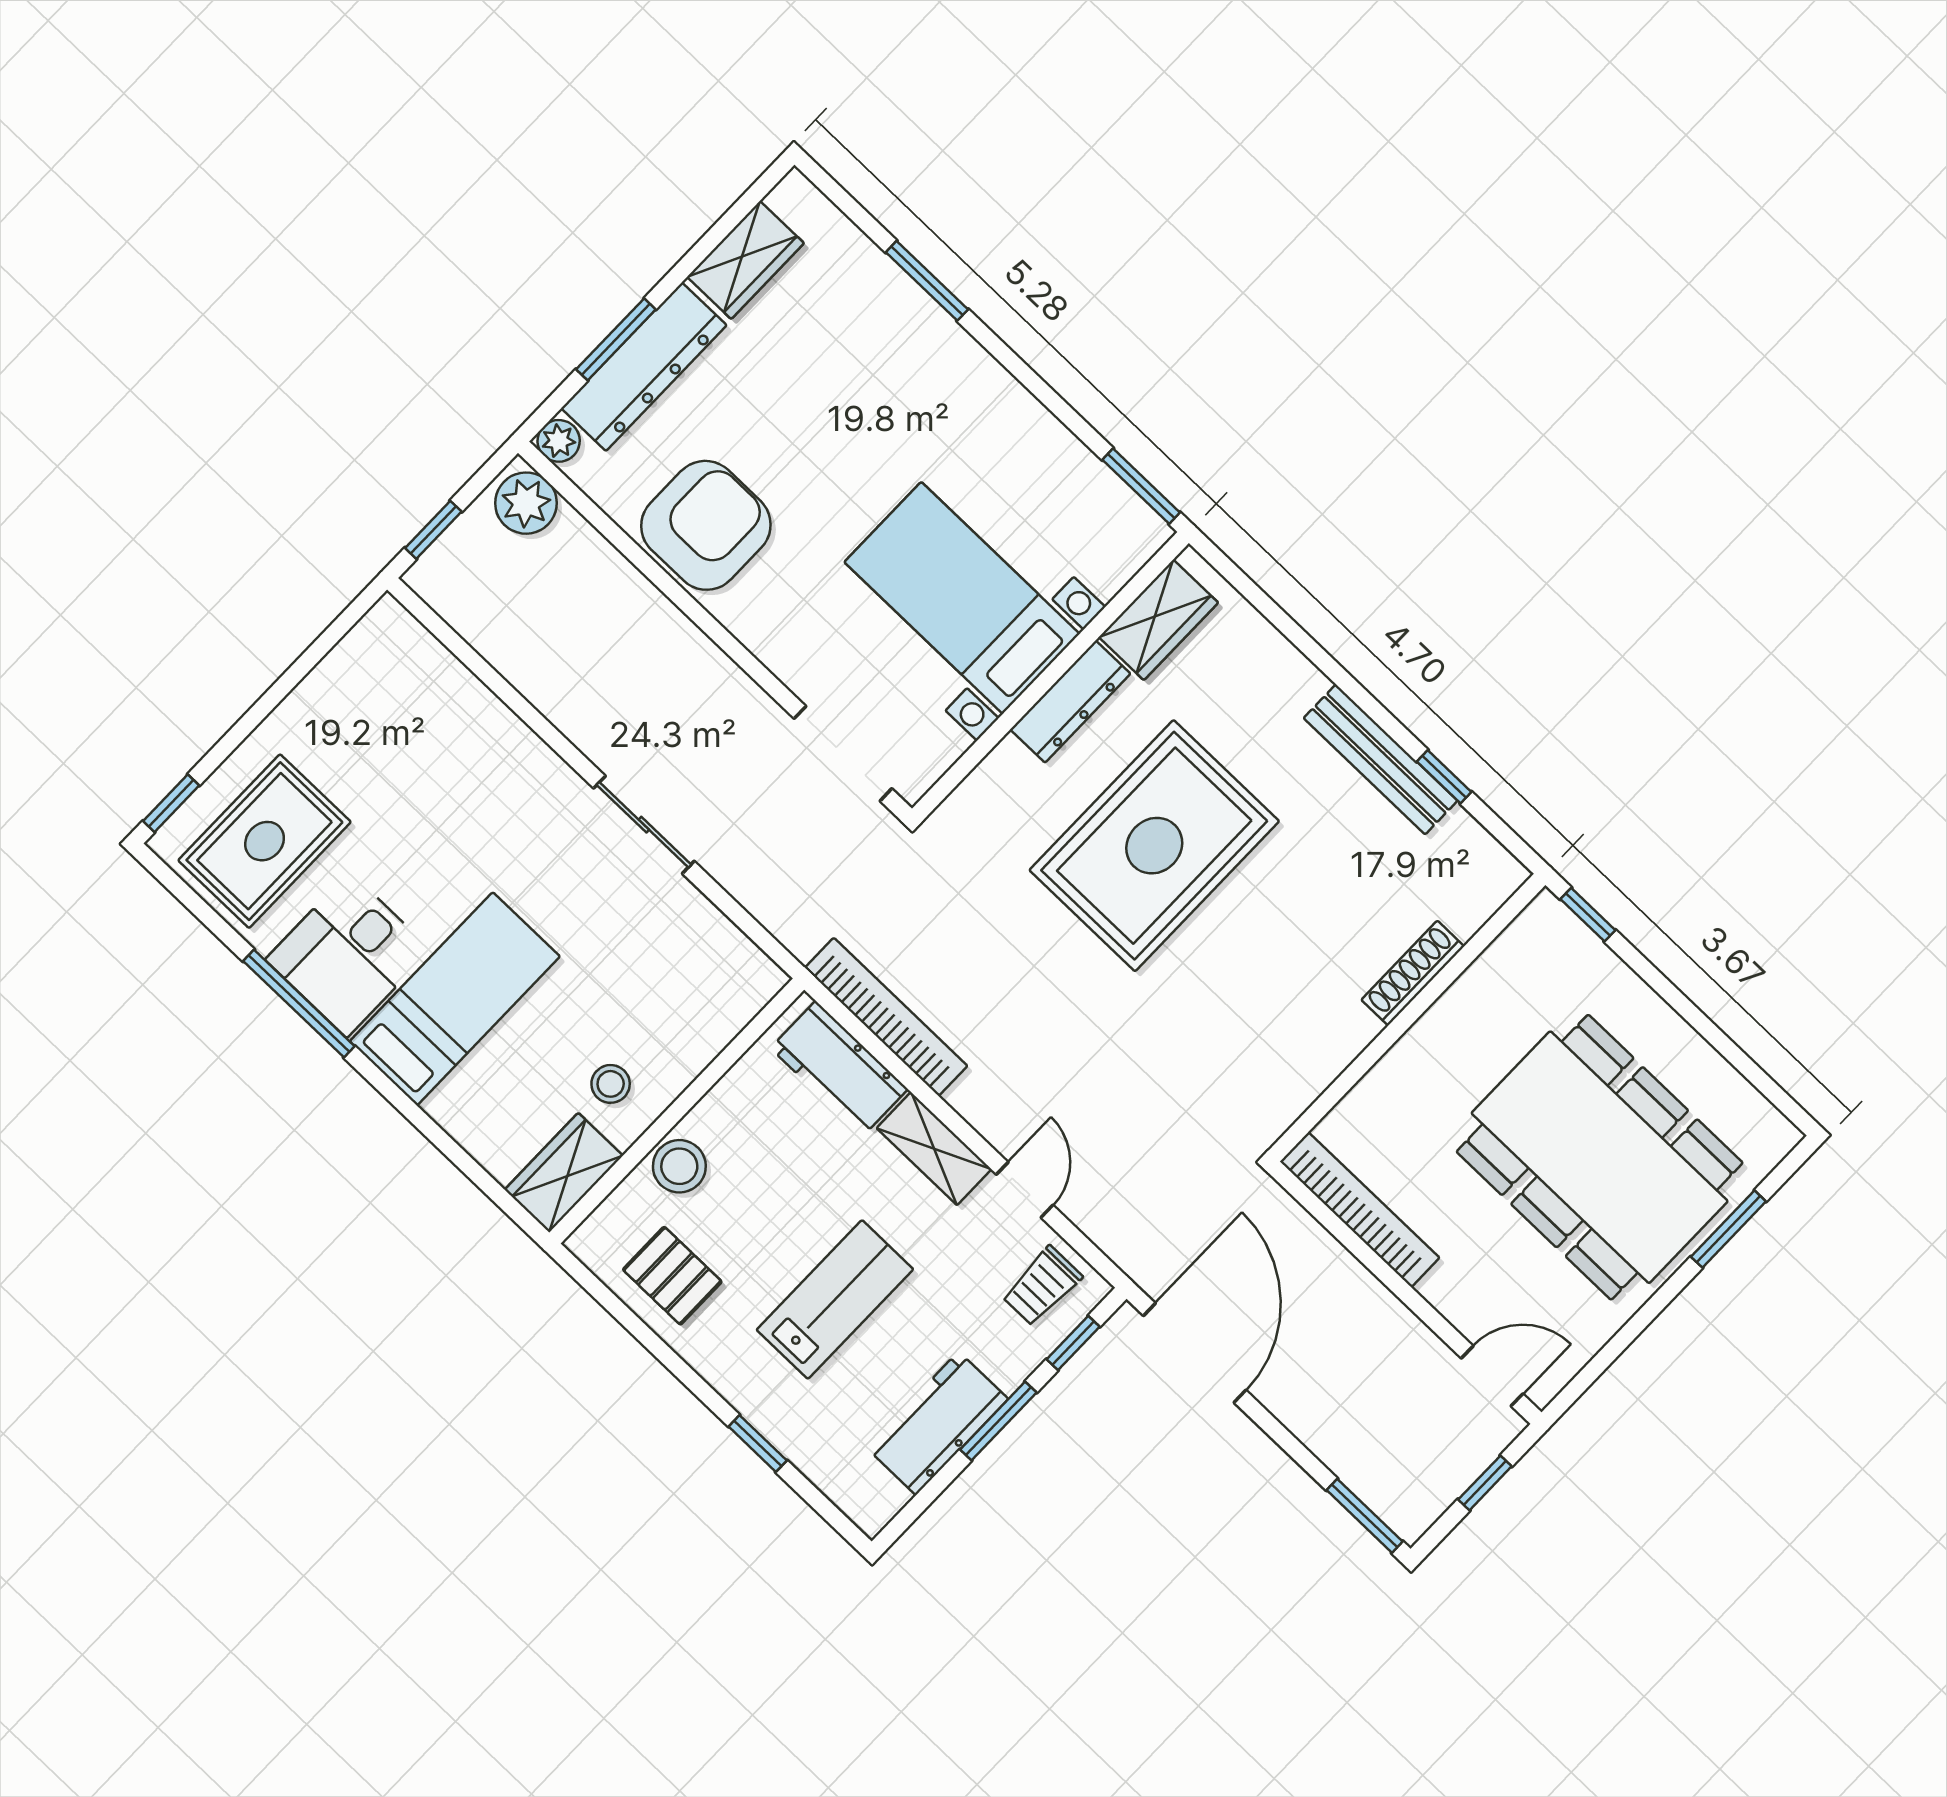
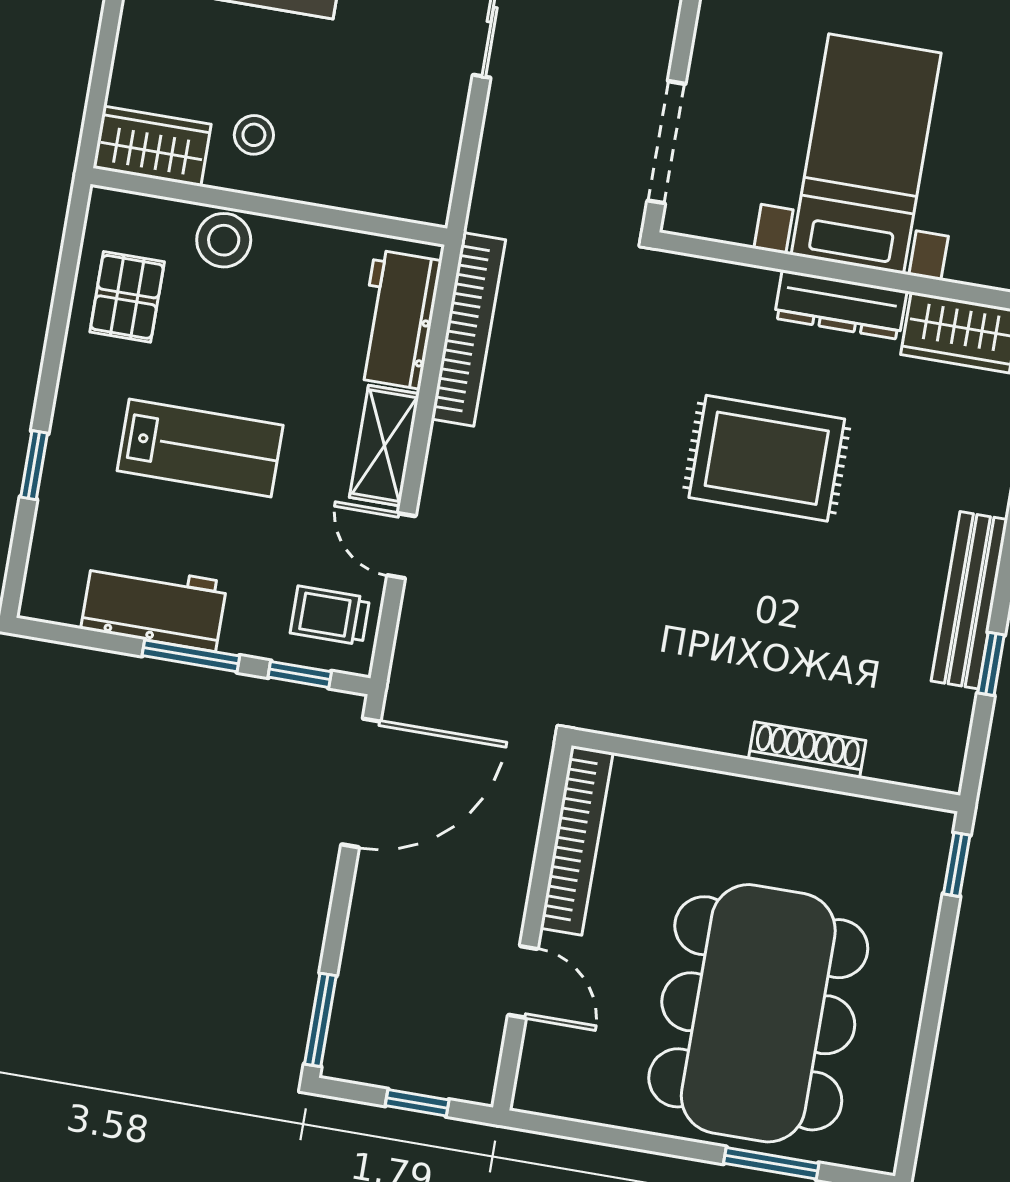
rug: (1154, 846) -> (767, 458), width x0.73, depth x0.69
door: (1025, 1190) -> (401, 546), swing flipped
door: (1492, 1376) -> (523, 982), moved

